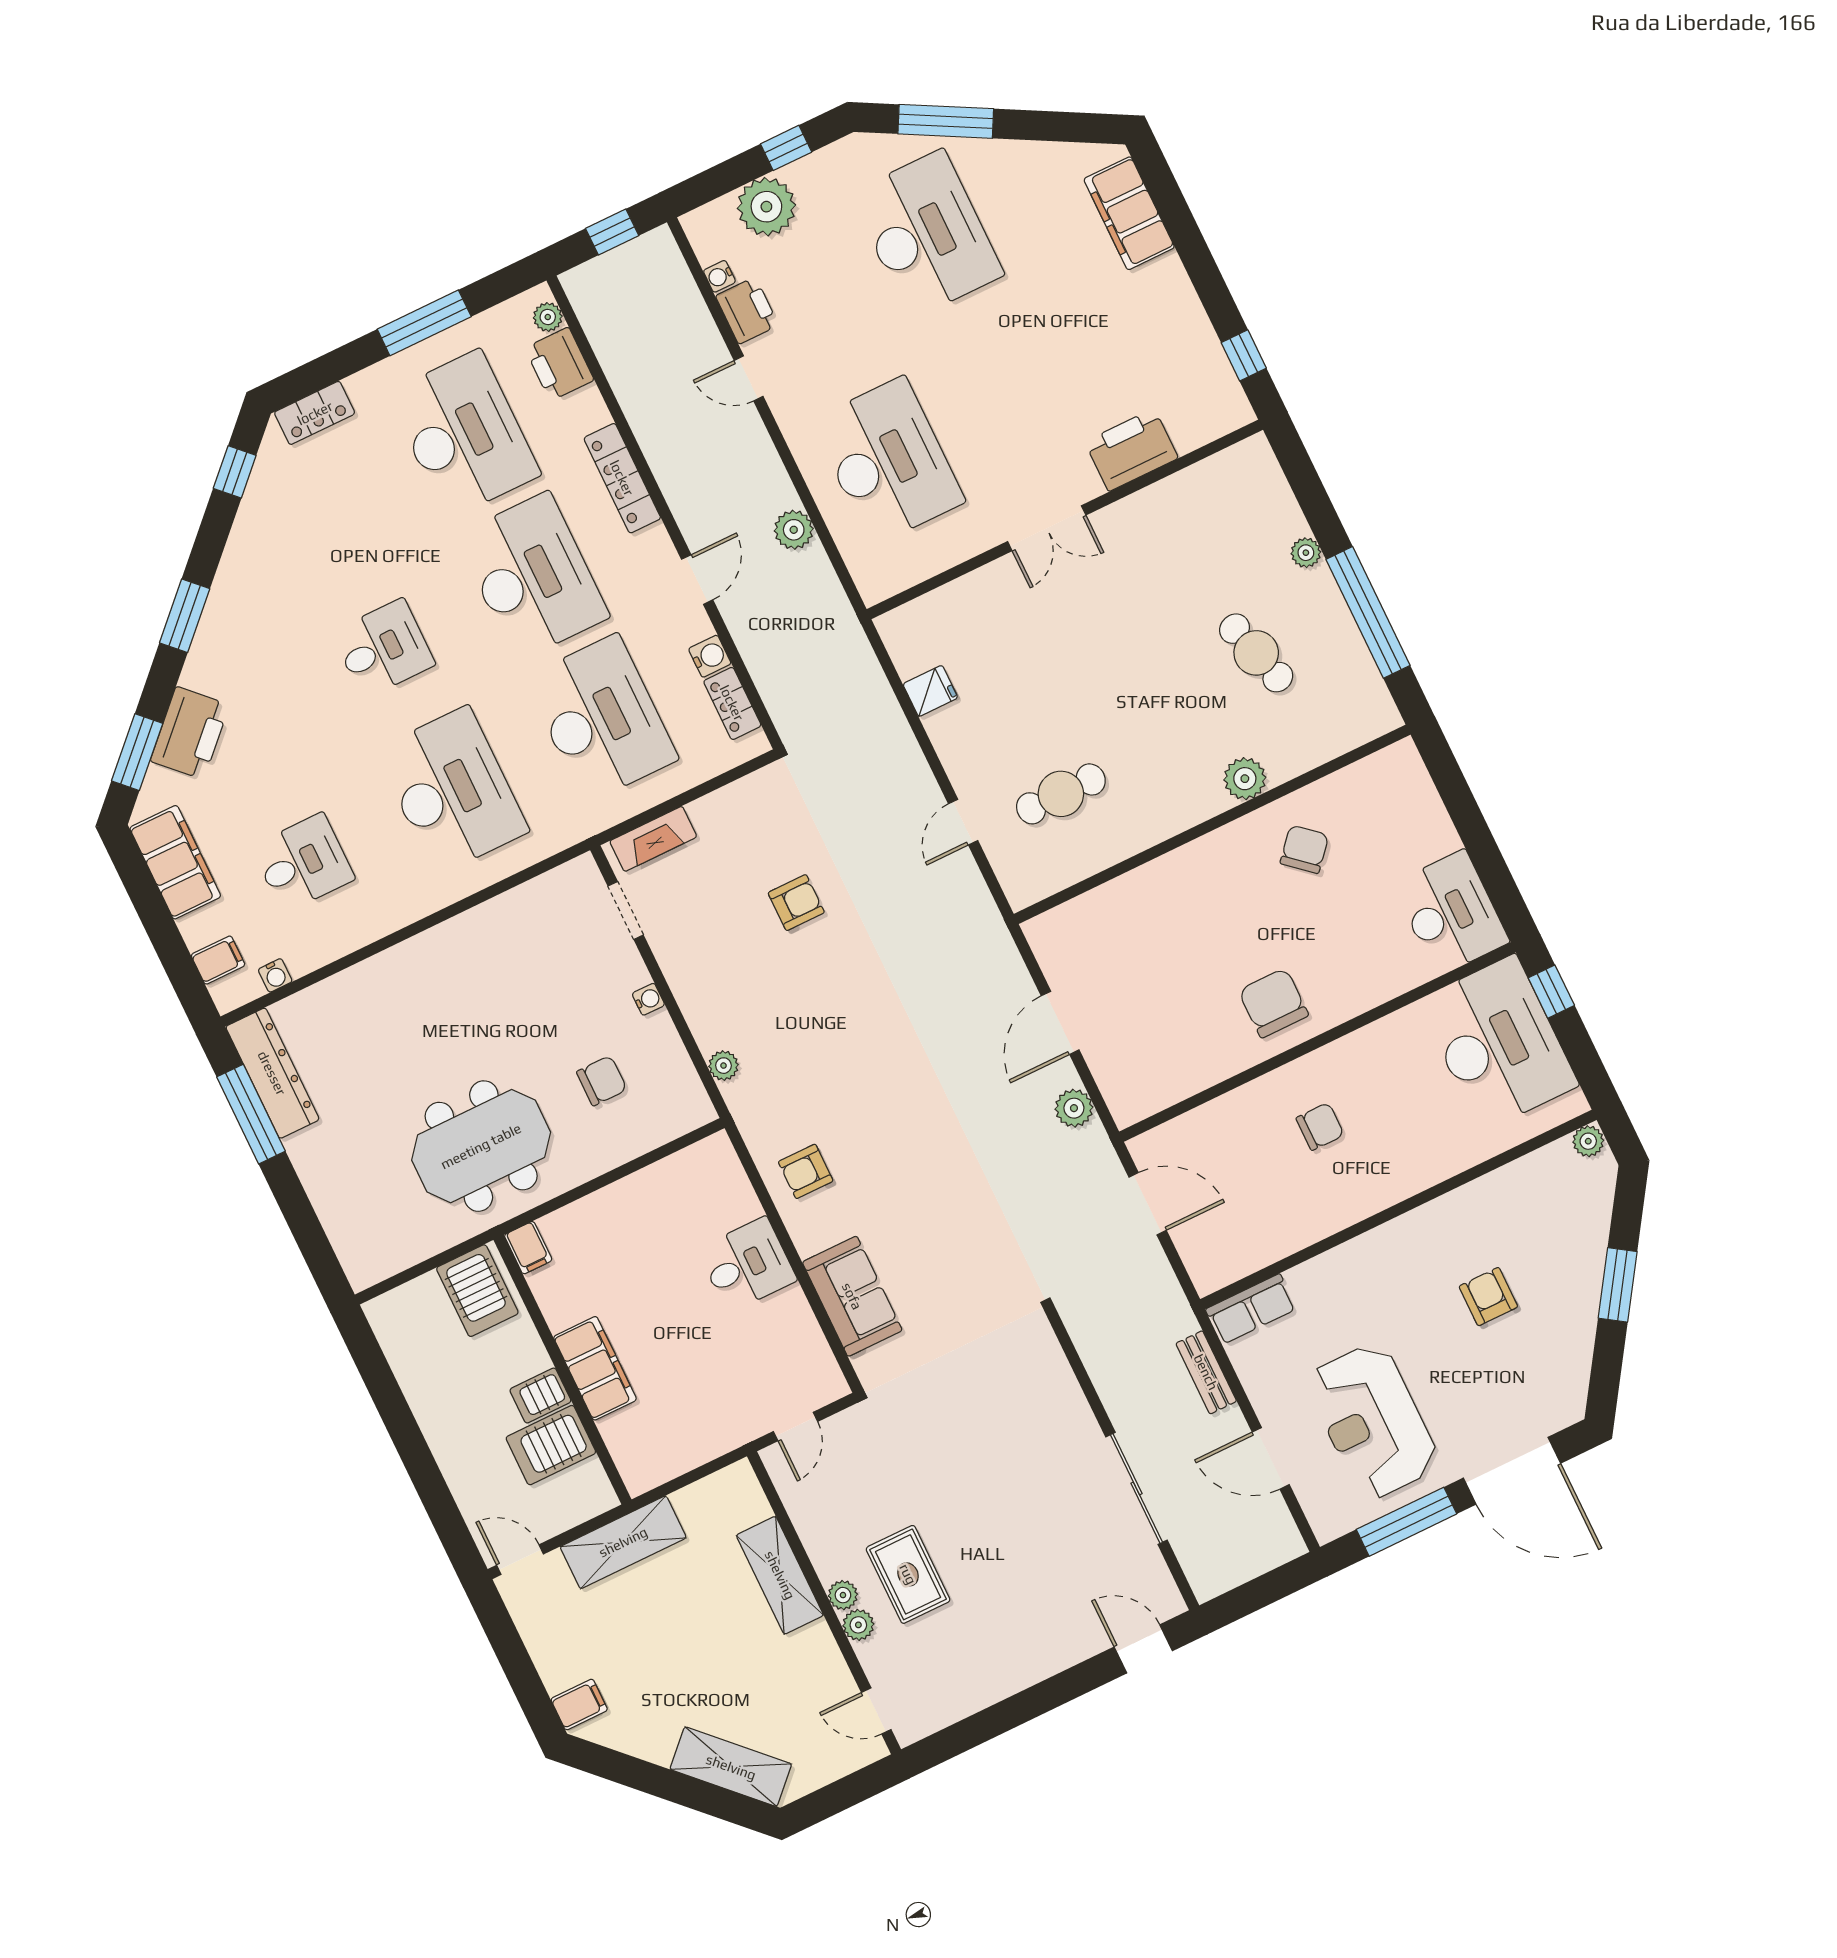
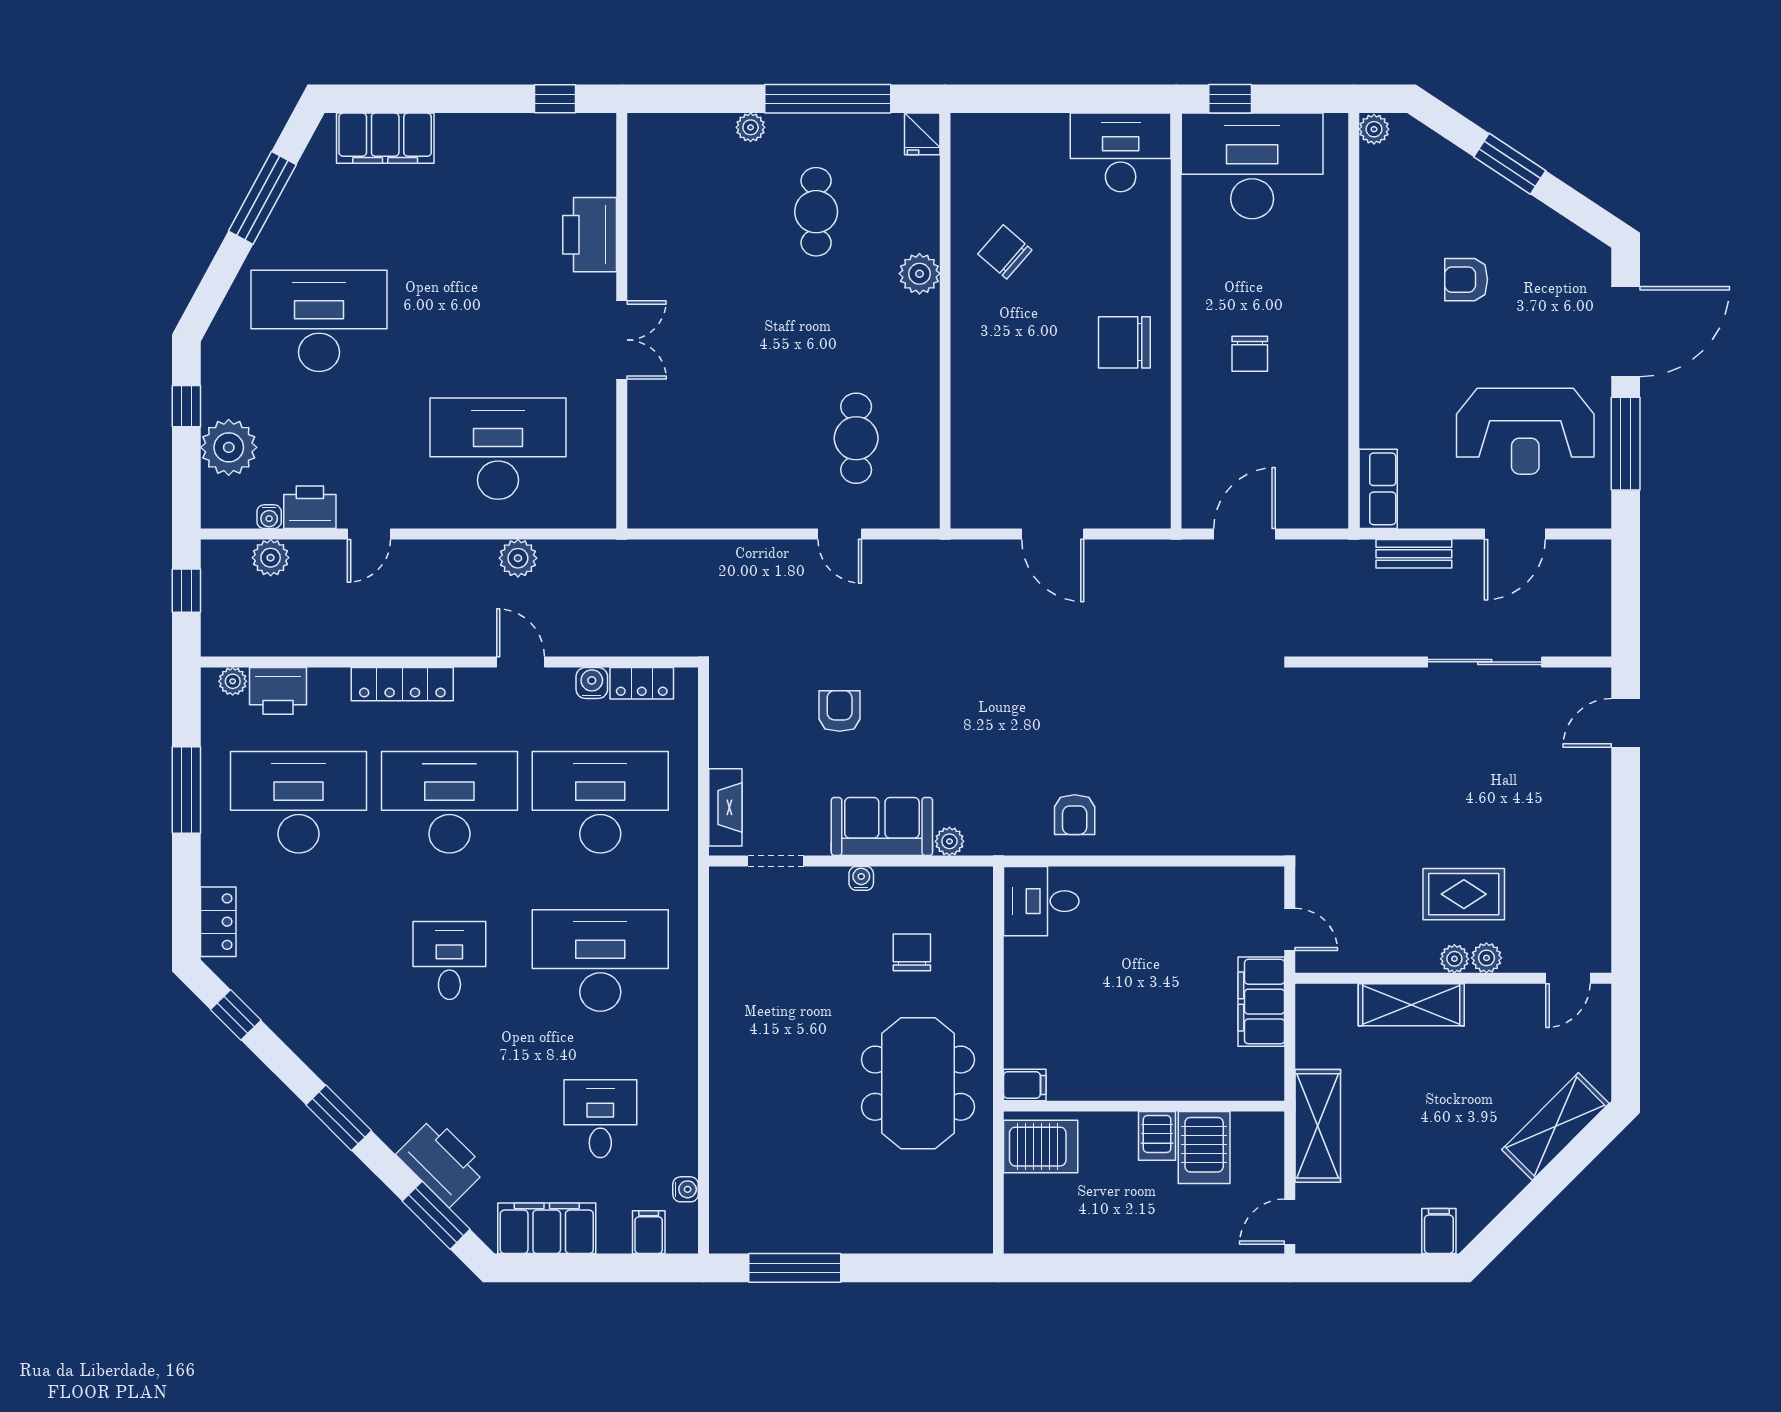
window: (946, 121) -> (262, 198), moved
cafe table: (1256, 653) -> (816, 212), turned -74
fridge: (930, 691) -> (922, 134), moved, turned 180
dresser: (272, 1073) -> (768, 1232), removed
plant: (1074, 1108) -> (271, 558), moved
chair: (1320, 1126) -> (1250, 354), turned 180
desk: (747, 1265) -> (1041, 901), moved, turned -90
sofa: (852, 1296) -> (882, 826), moved
filing cabinet: (595, 1368) -> (1261, 1002), moved, turned -90

